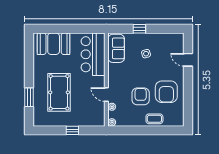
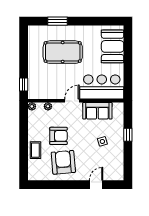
sofa: (116, 48) -> (97, 111), moved
armchair: (166, 92) -> (63, 162), turned 85
door: (106, 95) -> (72, 101), moved
window: (72, 130) -> (24, 84), moved

